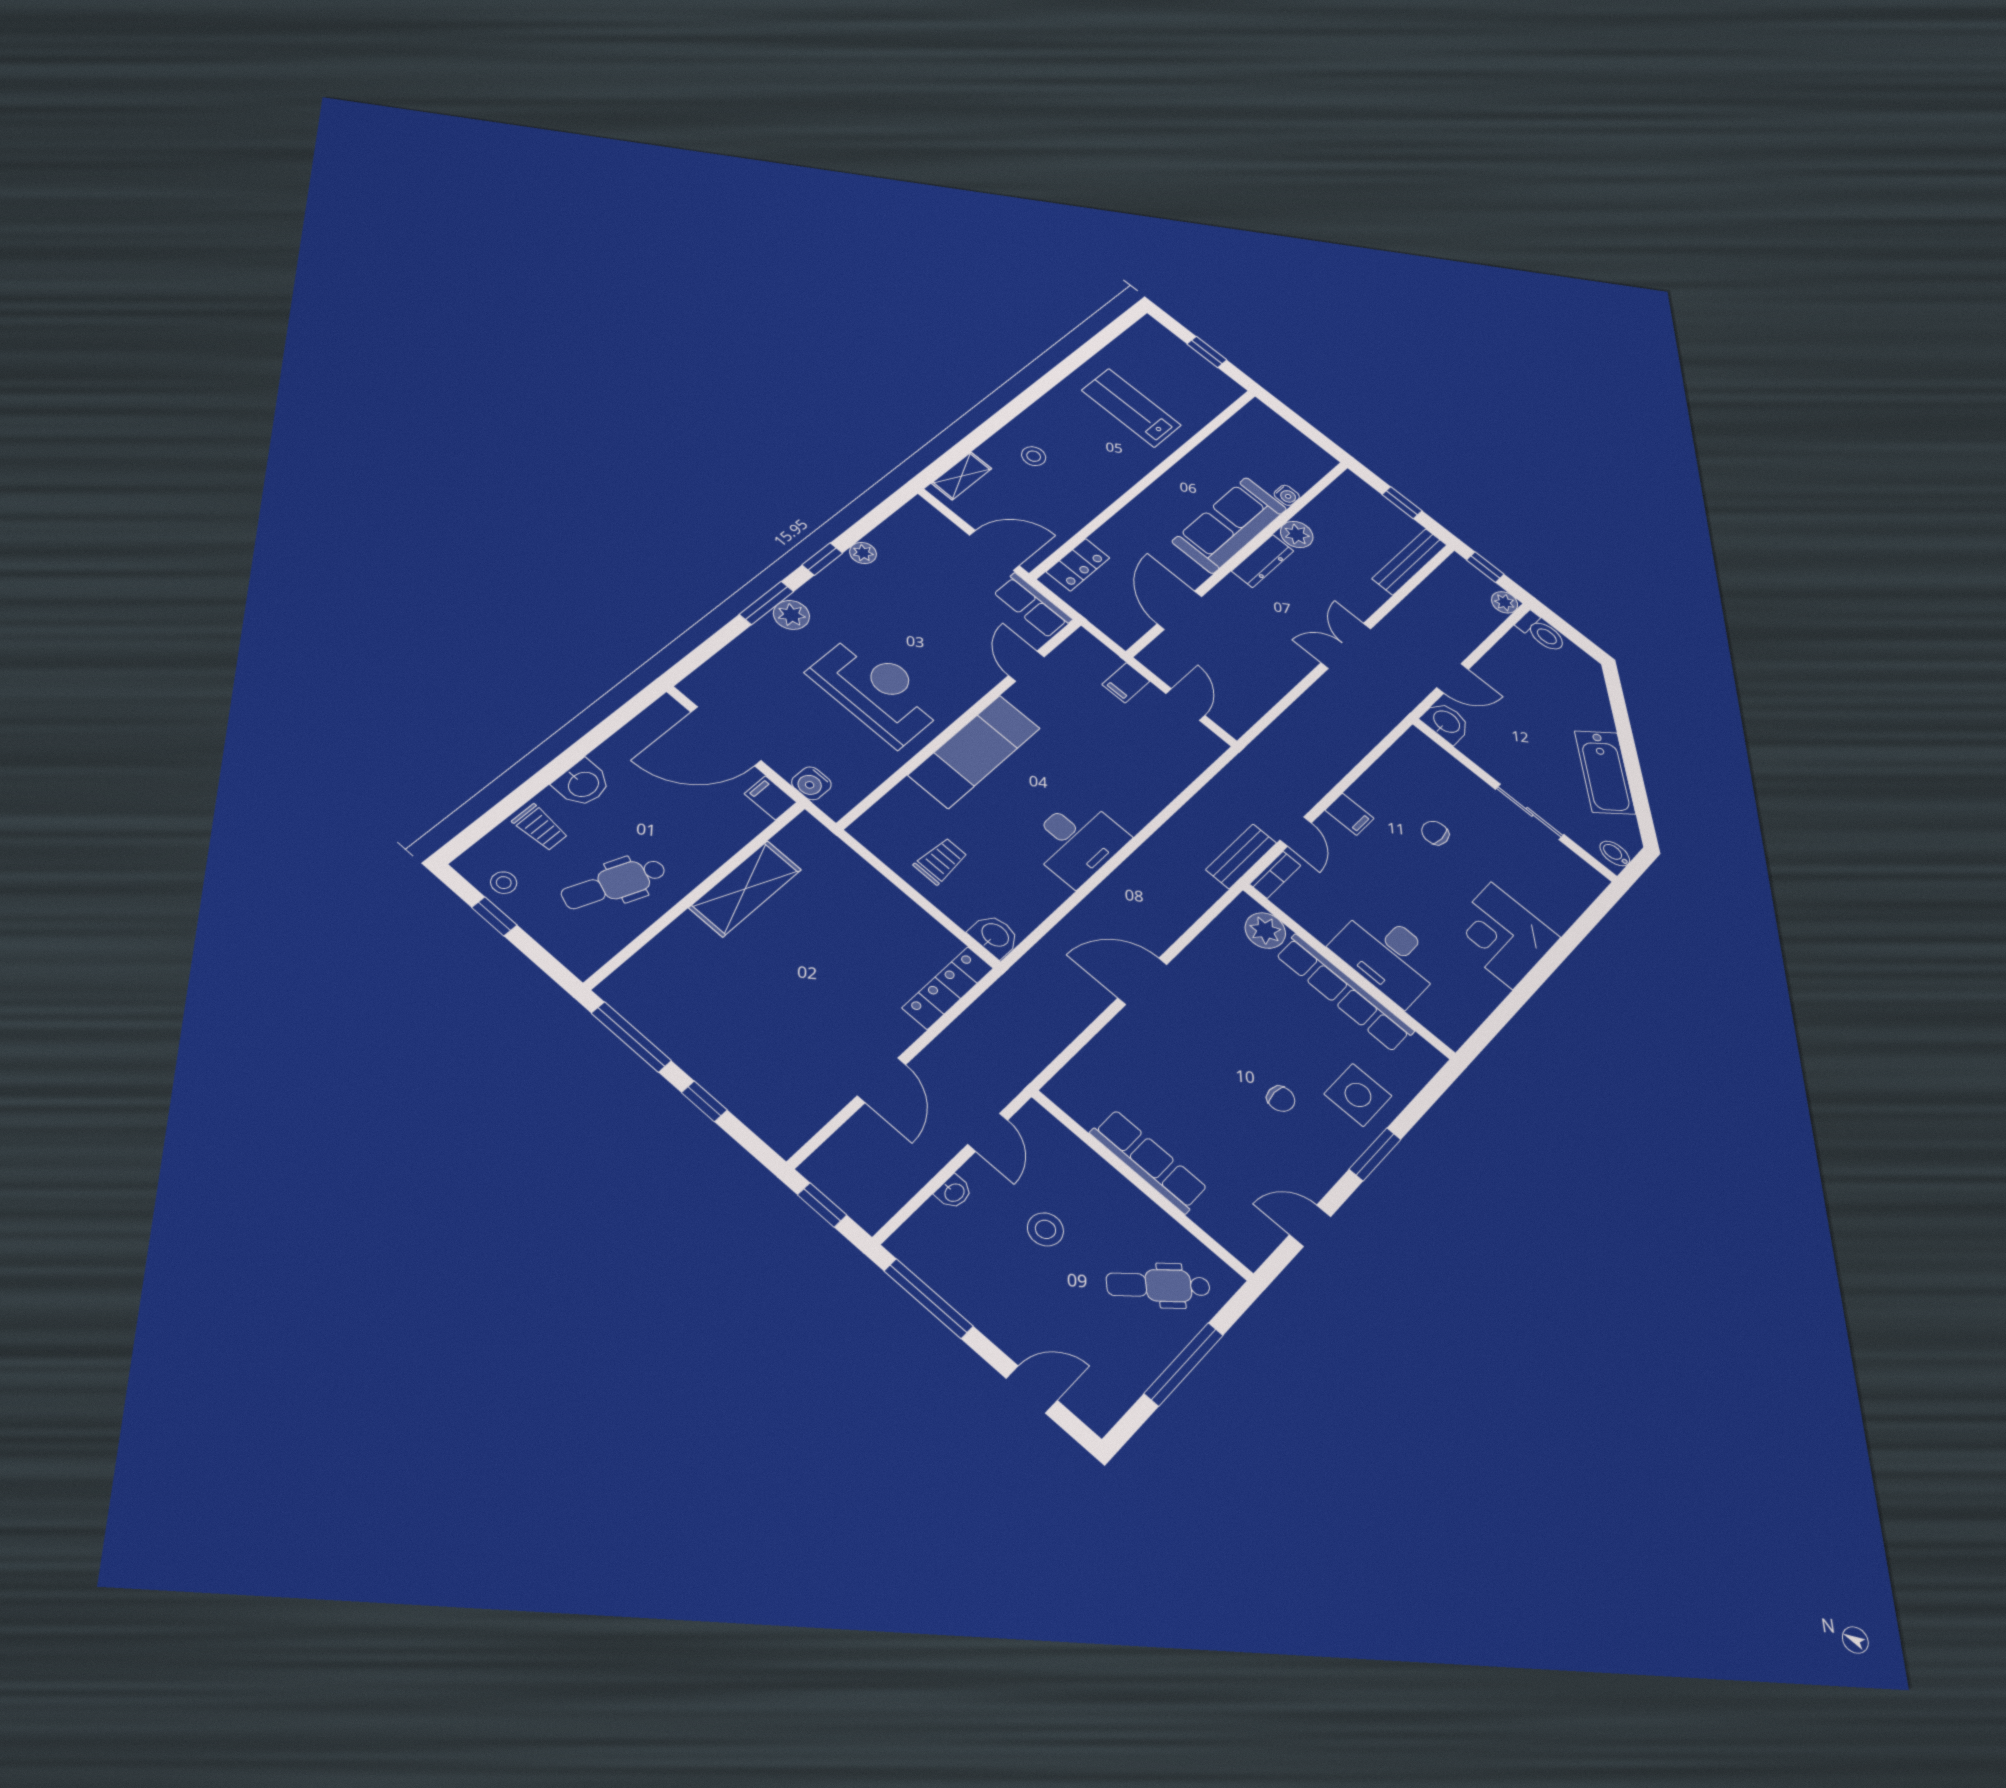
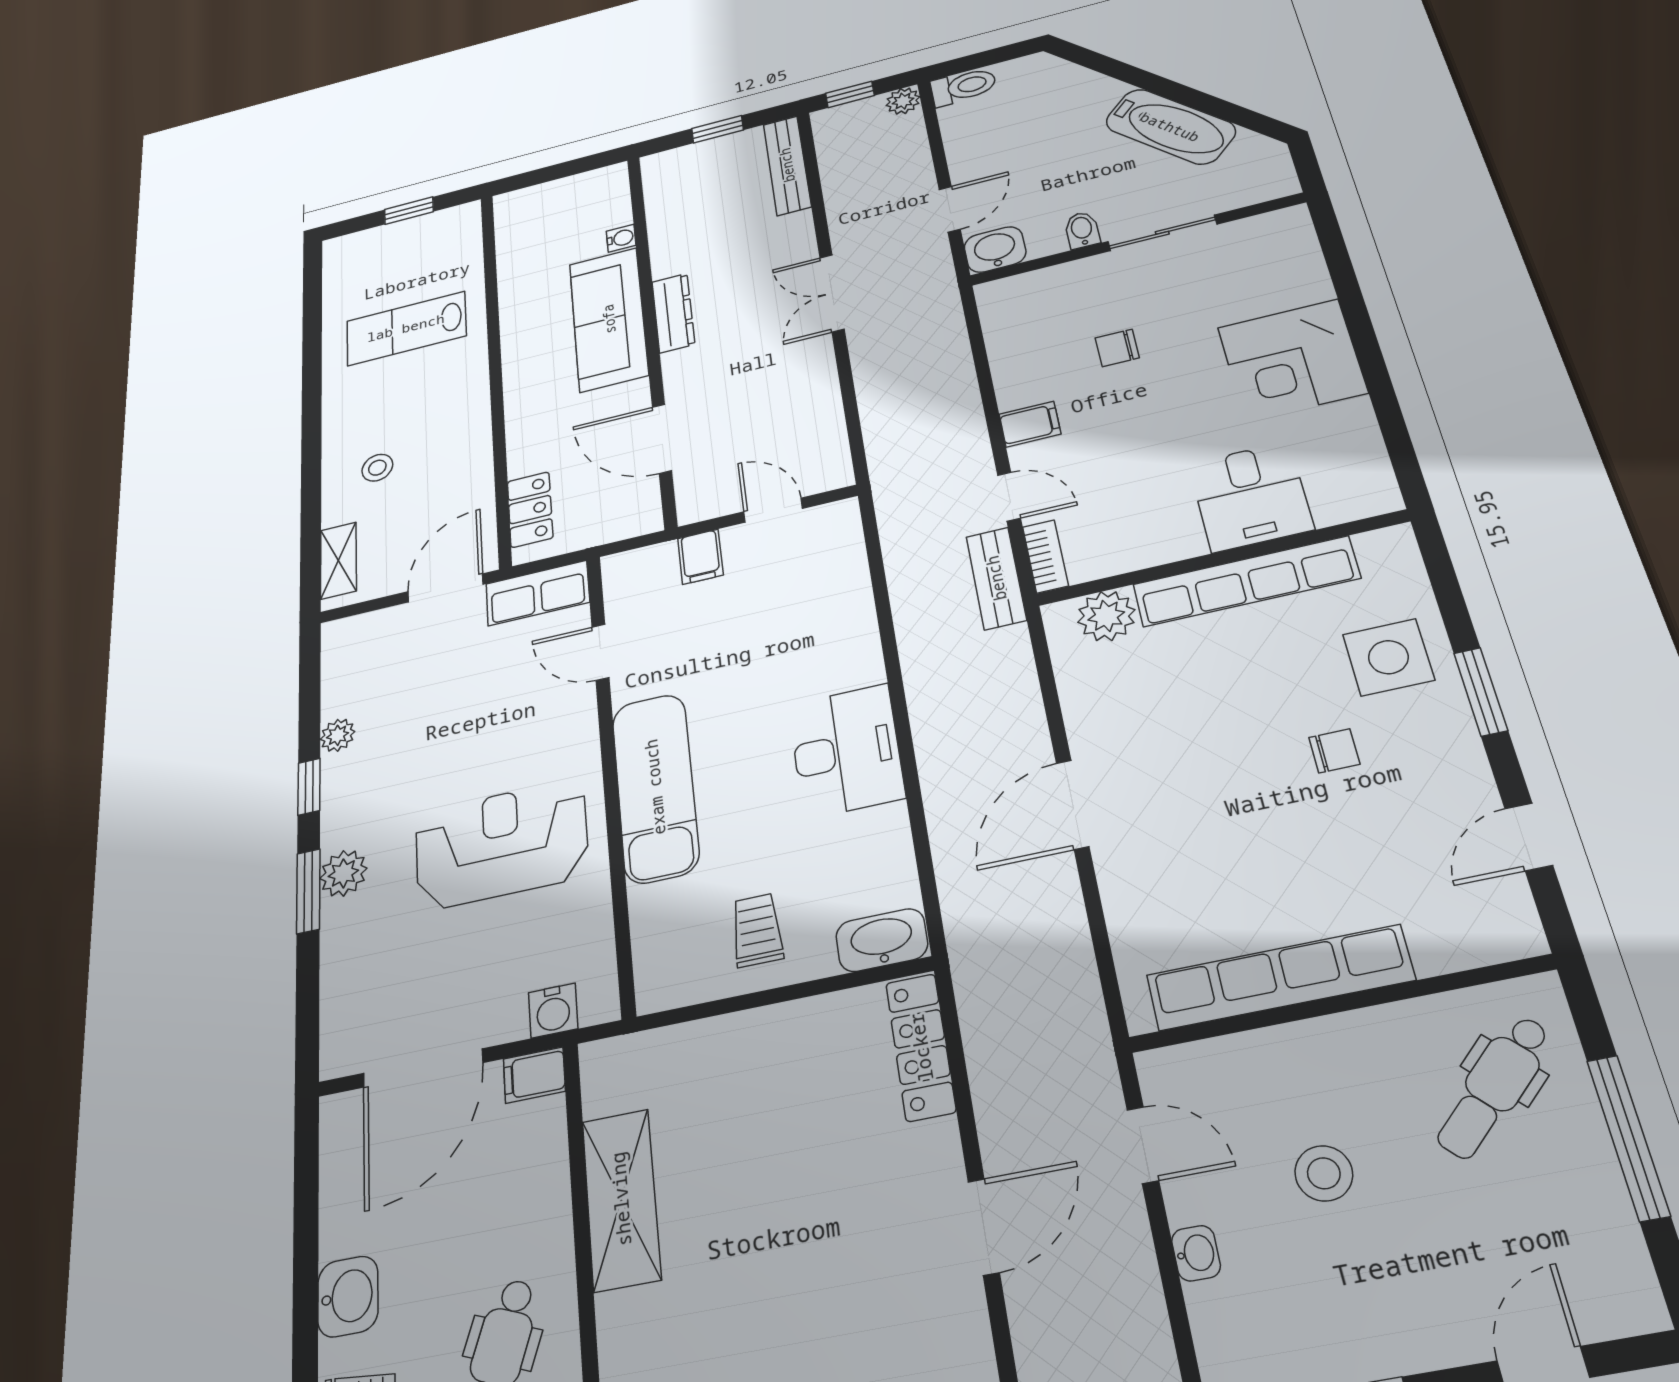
plant: (1297, 534) -> (671, 258), removed
bidet: (1615, 854) -> (1082, 230), moved, turned 90
washbasin: (995, 936) -> (882, 940), width x1.38
desk: (1388, 955) -> (1251, 496), width x0.73
door: (882, 1080) -> (984, 1227), hinge flipped
row of seats: (1149, 1161) -> (1280, 978), width x1.36

